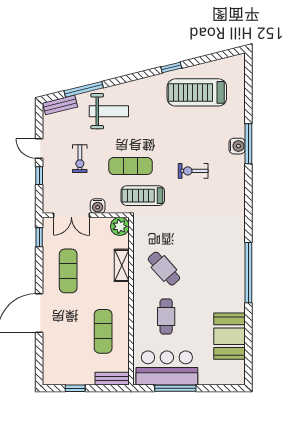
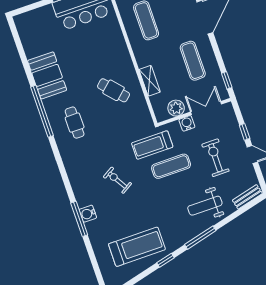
window: (84, 89) -> (200, 238), moved
exercise bike: (80, 159) -> (215, 158), width x1.38, depth x1.39
exercise bike: (193, 171) -> (117, 180), turned -121
treadmill: (143, 196) -> (152, 145), turned 180
plant: (120, 226) -> (176, 108), moved
cafe table: (166, 316) -> (75, 123), moved
booth: (230, 336) -> (47, 75), moved

